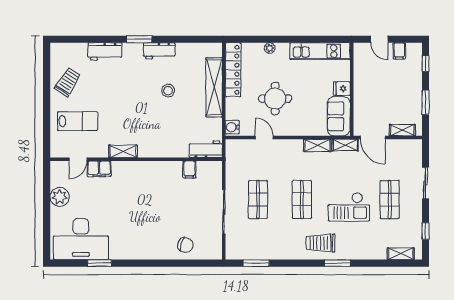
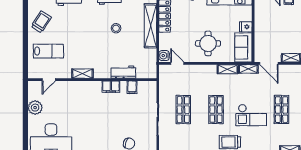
round table: (275, 99) -> (208, 43), moved
door: (264, 138) -> (177, 63), moved
workbench: (206, 149) -> (123, 72), moved
filing cabinet: (99, 169) -> (111, 87), moved

